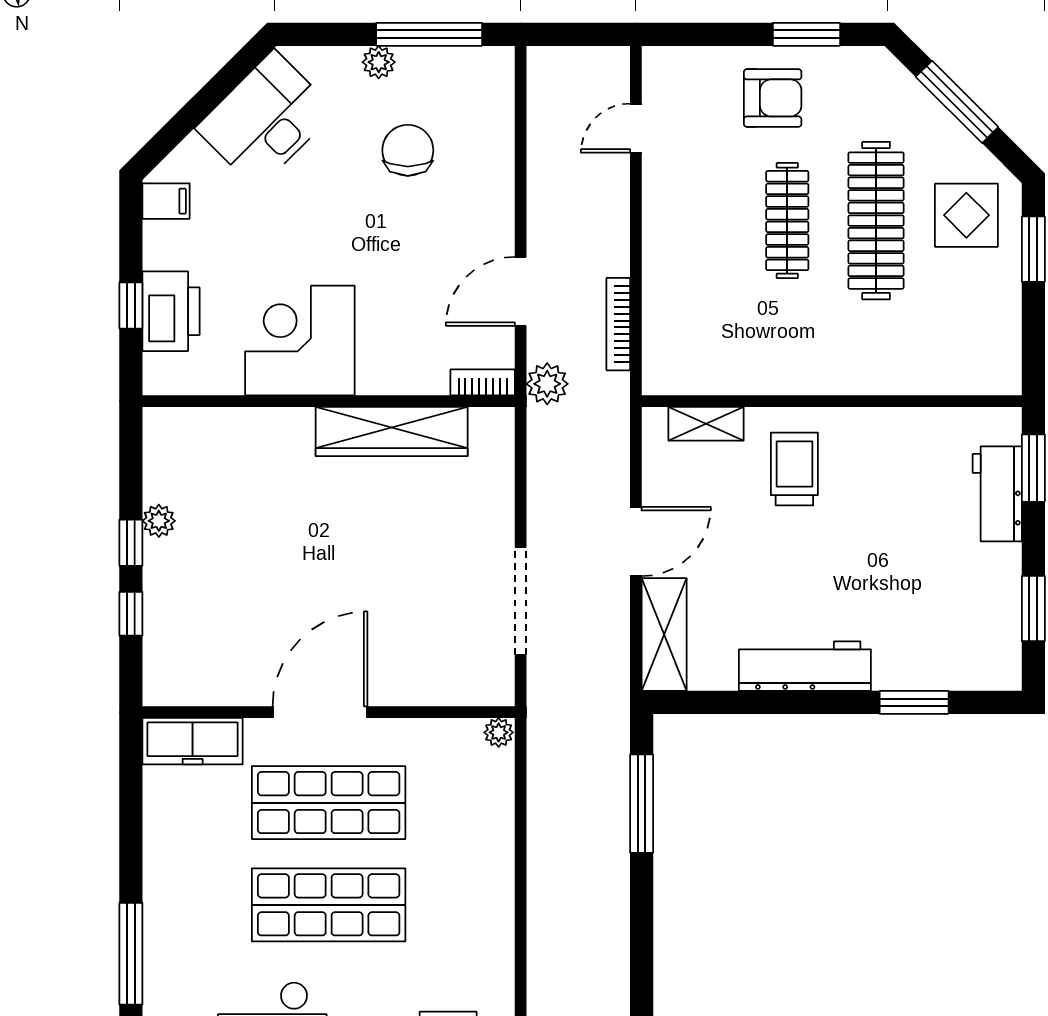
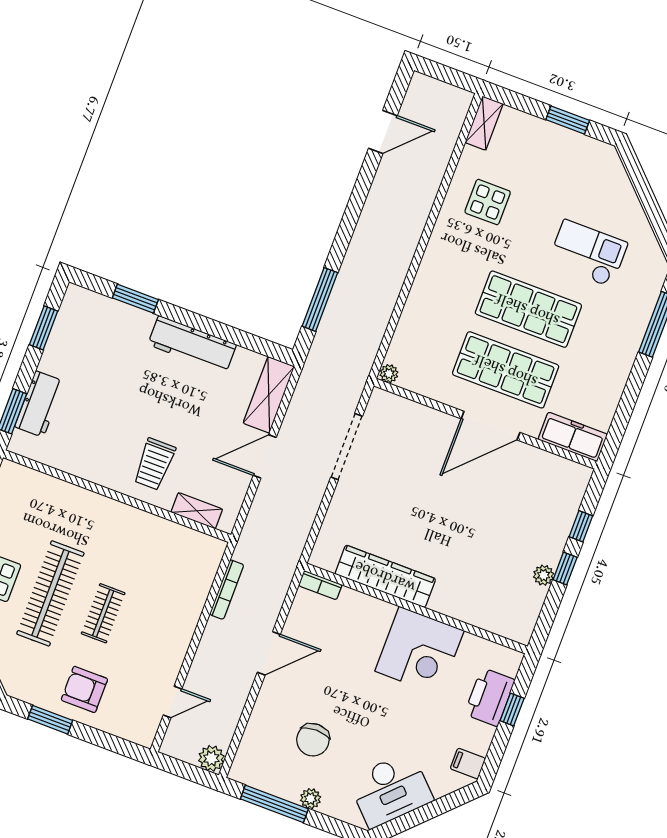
clothes rail: (787, 221) -> (103, 613), width x0.73
door: (521, 291) -> (269, 653), moved
plant: (547, 384) -> (211, 758), moved

